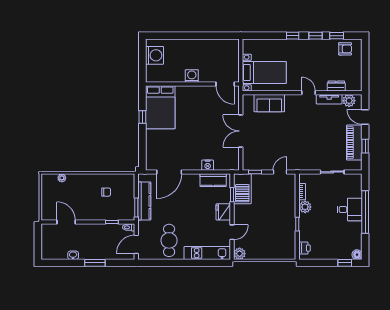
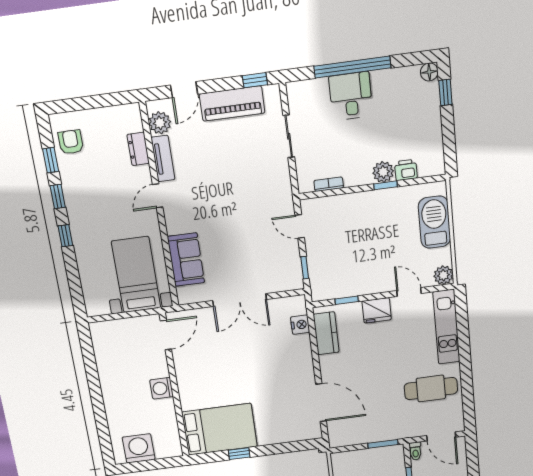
window: (365, 146) -> (255, 80), moved
nightstand: (208, 165) -> (300, 325), moved
barbecue: (242, 189) -> (434, 222), moved, turned -90
kitchen counter: (144, 201) -> (371, 433), removed
plant: (305, 207) -> (383, 172), moved
printer: (304, 248) -> (406, 170), moved

